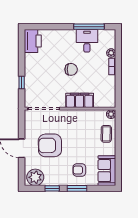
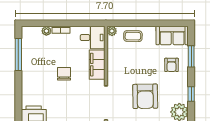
desk: (87, 41) -> (93, 38), moved, turned 180
window: (77, 188) -> (191, 56), moved

